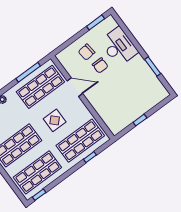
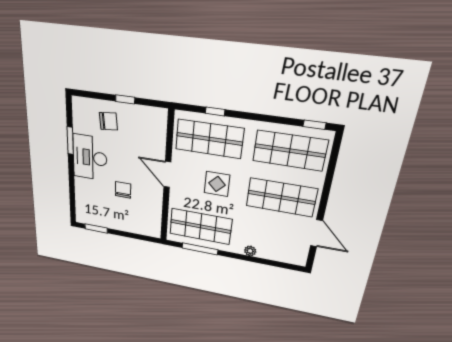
desk: (119, 47) -> (90, 157), moved
chair: (87, 52) -> (108, 121), moved
door: (75, 87) -> (167, 174), moved

